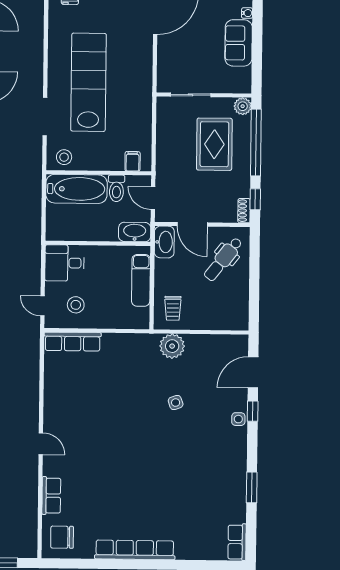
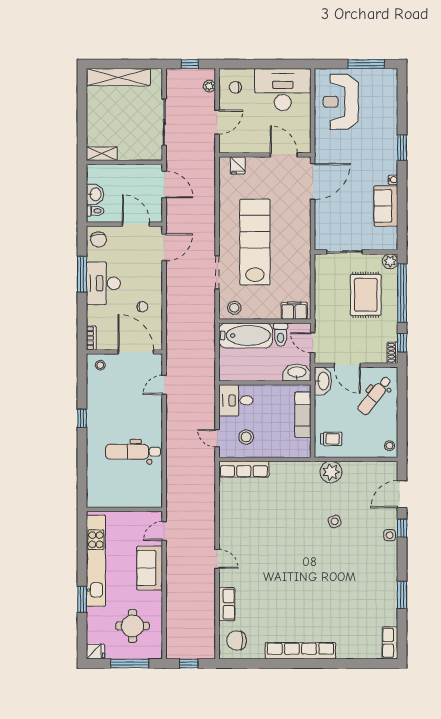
filing cabinet: (133, 161) -> (294, 311), width x2.00
trolley: (173, 308) -> (331, 439), turned -90
stool: (239, 317) -> (389, 446), added

